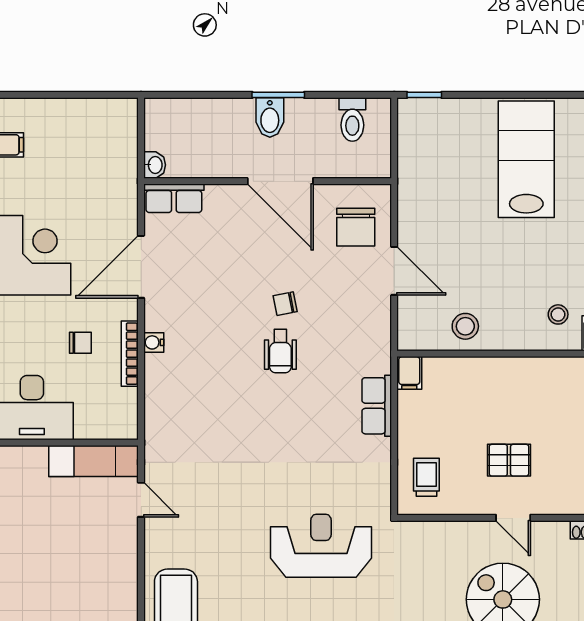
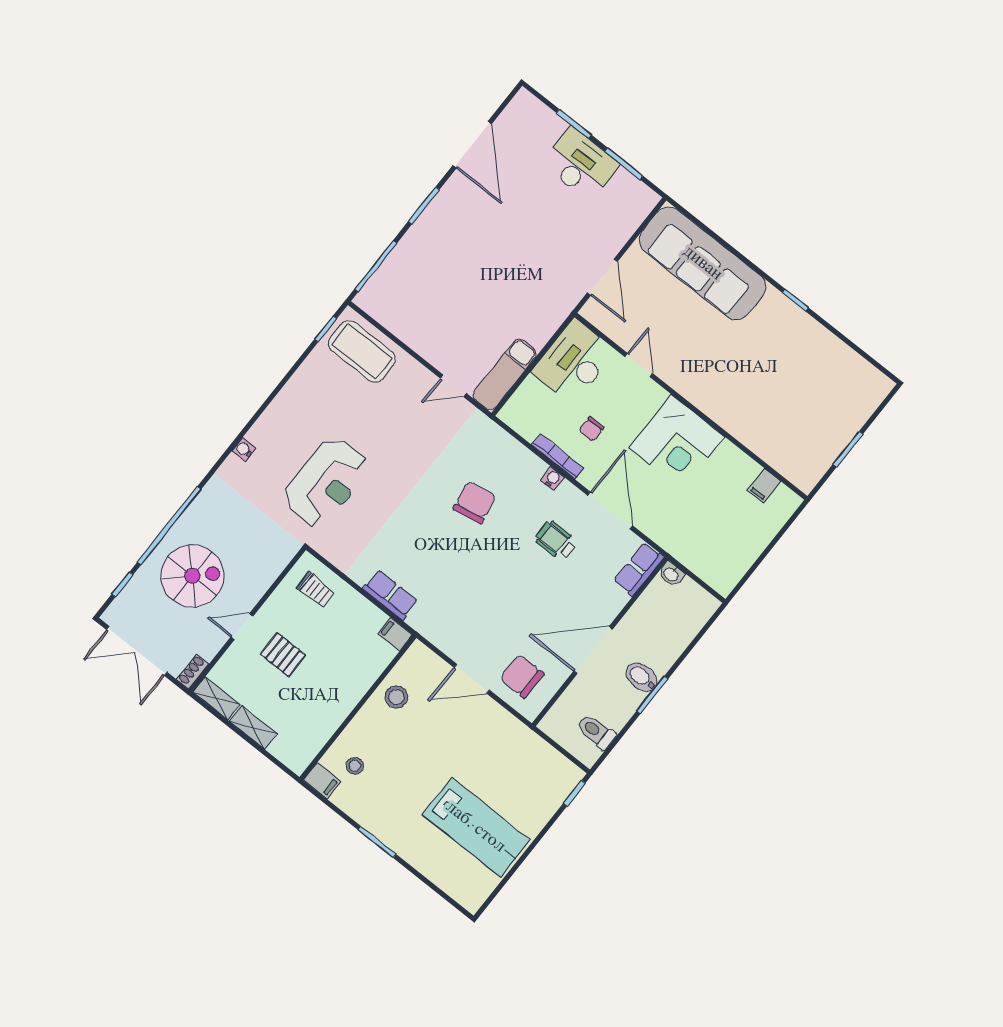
chair: (285, 304) -> (475, 502), moved, width x1.87, depth x1.87
wheelchair: (280, 351) -> (556, 541), moved
pallet: (509, 460) -> (283, 655), turned 90

